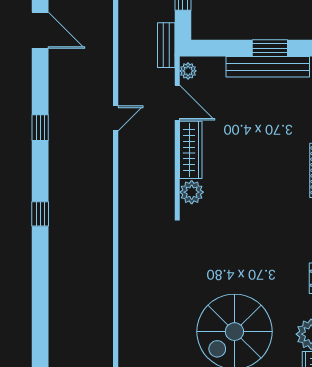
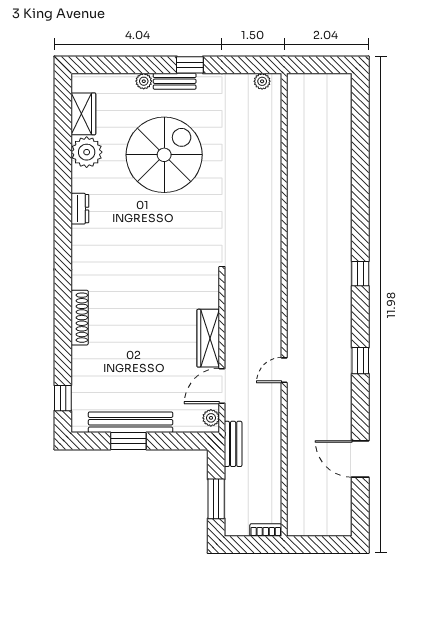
door: (177, 103) -> (222, 386), hinge flipped
plant: (192, 192) -> (207, 296), removed

